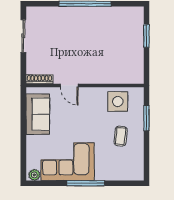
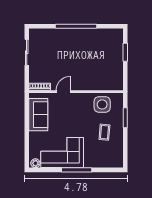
door: (69, 85) -> (63, 92), swing flipped

